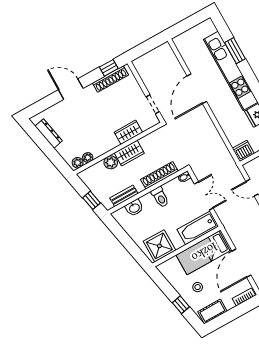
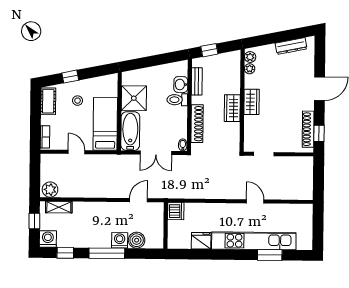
door: (197, 89) -> (255, 201), width x0.53
wardrobe: (128, 132) -> (252, 102), moved
plant: (111, 162) -> (233, 87), removed
toilet: (160, 197) -> (177, 100), moved
shower: (159, 246) -> (134, 98), moved
door: (241, 263) -> (76, 152), width x0.53

